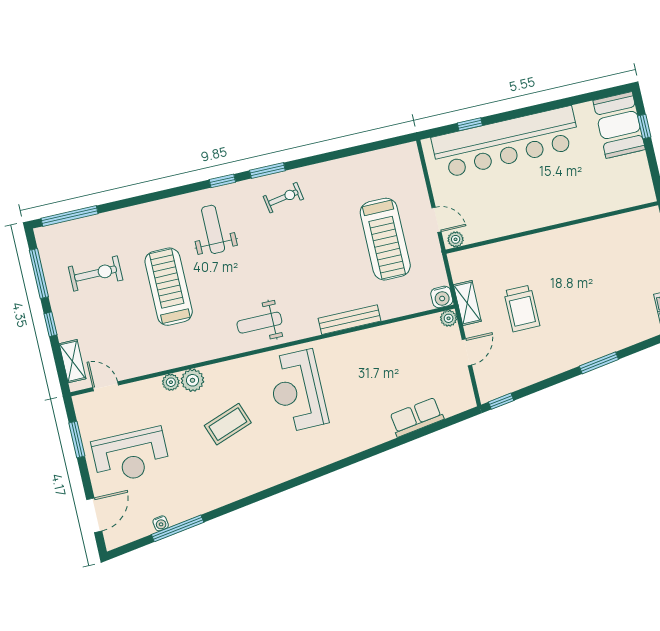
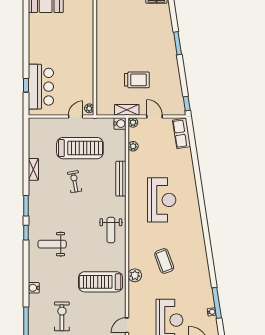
bar counter: (506, 142) -> (41, 87), width x0.54
shelving: (331, 169) -> (33, 169), added
exercise bike: (283, 198) -> (75, 182), moved
water cooler: (133, 215) -> (34, 288), added
treadmill: (169, 287) -> (101, 282), moved
plant: (171, 382) -> (133, 146), moved
reception desk: (297, 391) -> (162, 200), moved, turned -90
row of seats: (416, 417) -> (182, 133), moved

